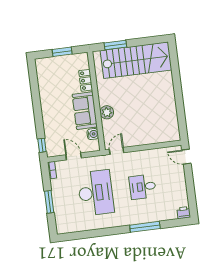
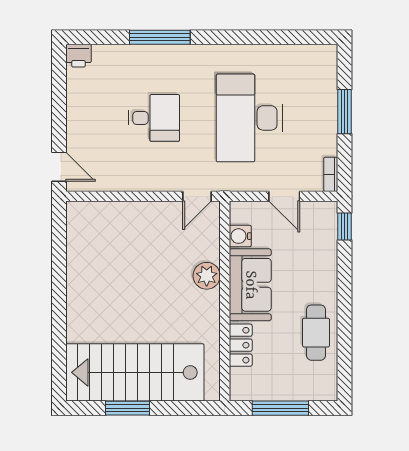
window: (115, 45) -> (128, 408), moved
window: (62, 52) -> (280, 408), width x1.44
cafe table: (49, 91) -> (316, 333), added

